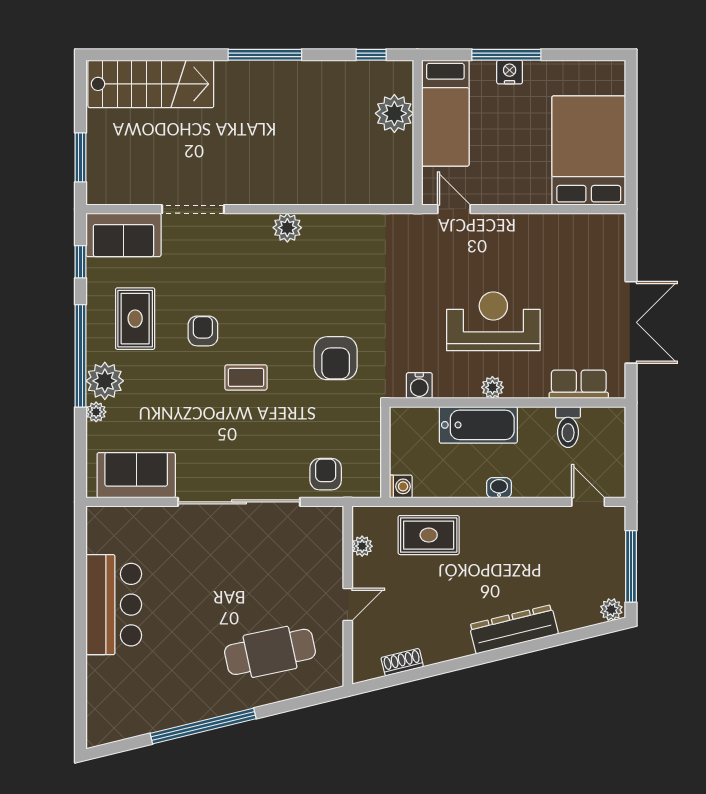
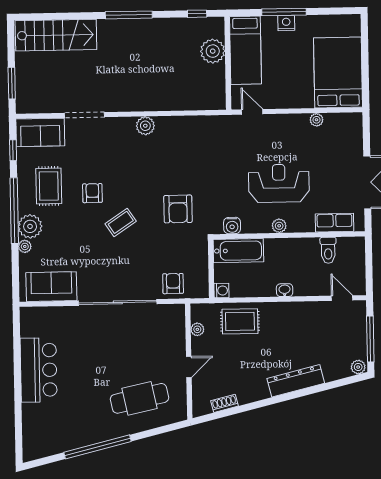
plant: (554, 224) -> (316, 120), added
coffee table: (246, 377) -> (121, 222), turned -34
bathtub: (478, 425) -> (238, 251), moved

